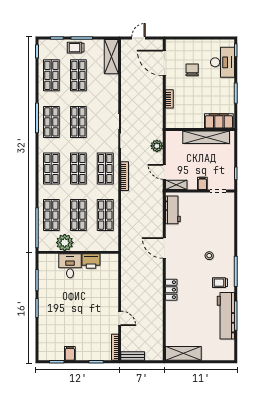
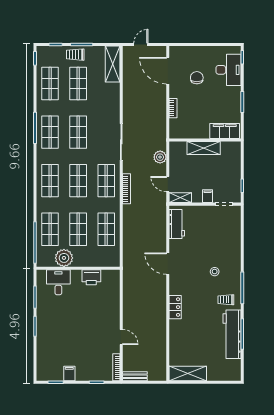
shelving: (206, 137) -> (204, 148), width x0.68
desk: (70, 266) -> (58, 282), moved

